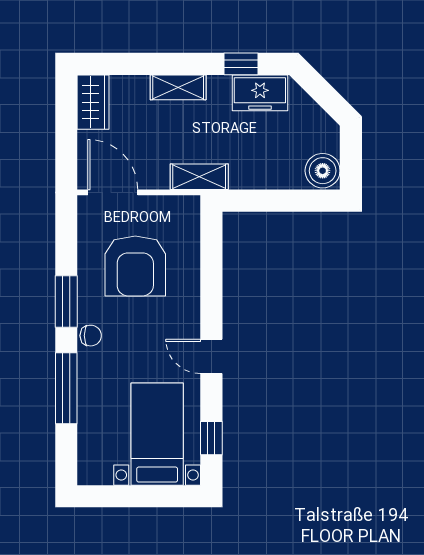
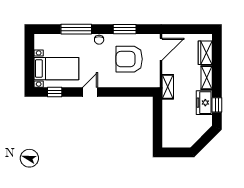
freezer: (260, 93) -> (204, 103), moved
wardrobe: (93, 102) -> (205, 53), moved, turned 90
boiler: (323, 171) -> (170, 140), removed
window: (66, 301) -> (125, 29), moved

